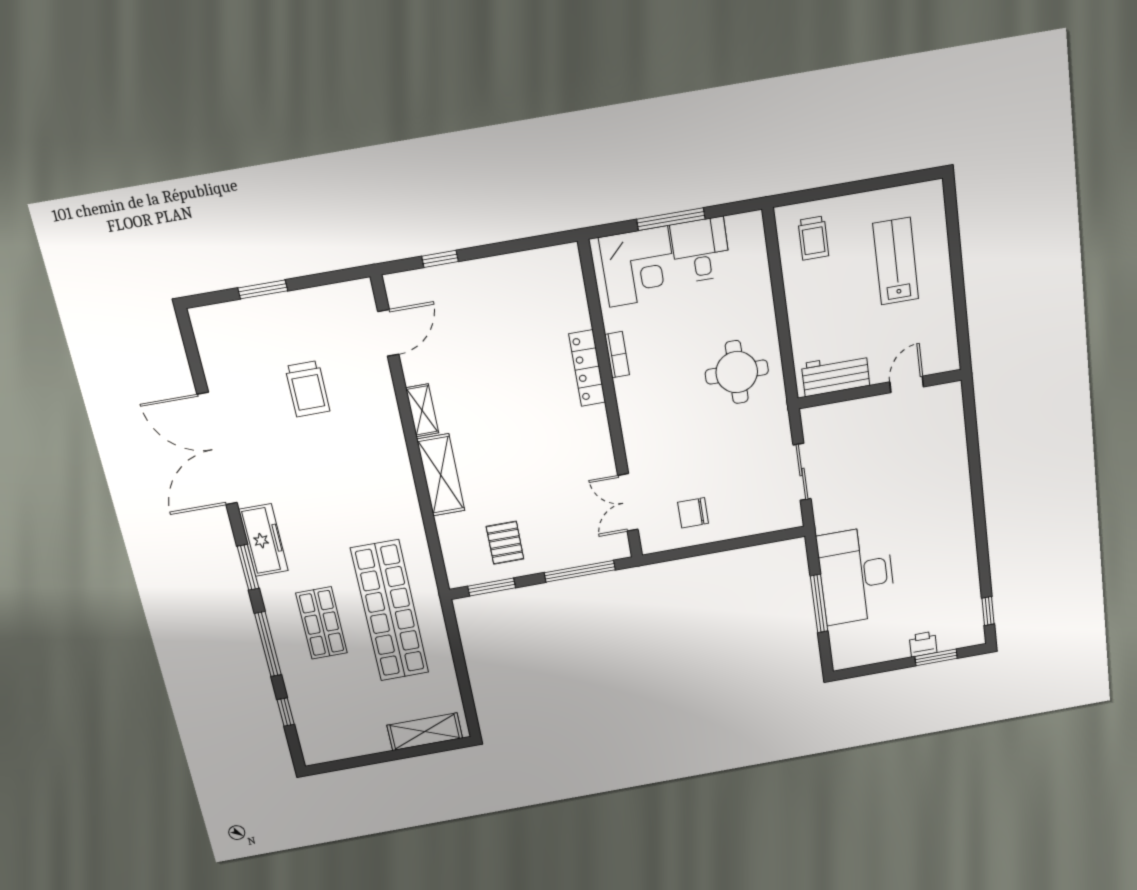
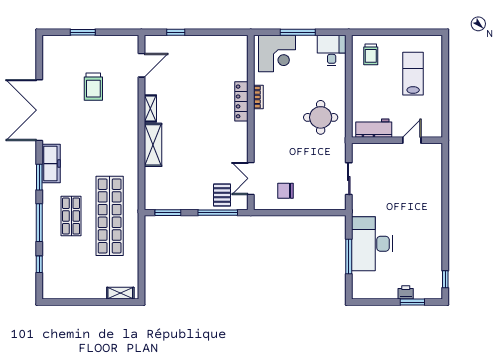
desk: (701, 250) -> (332, 51), moved
pallet: (505, 543) -> (222, 195), moved
shelving: (425, 732) -> (120, 293), width x0.67, depth x0.75

